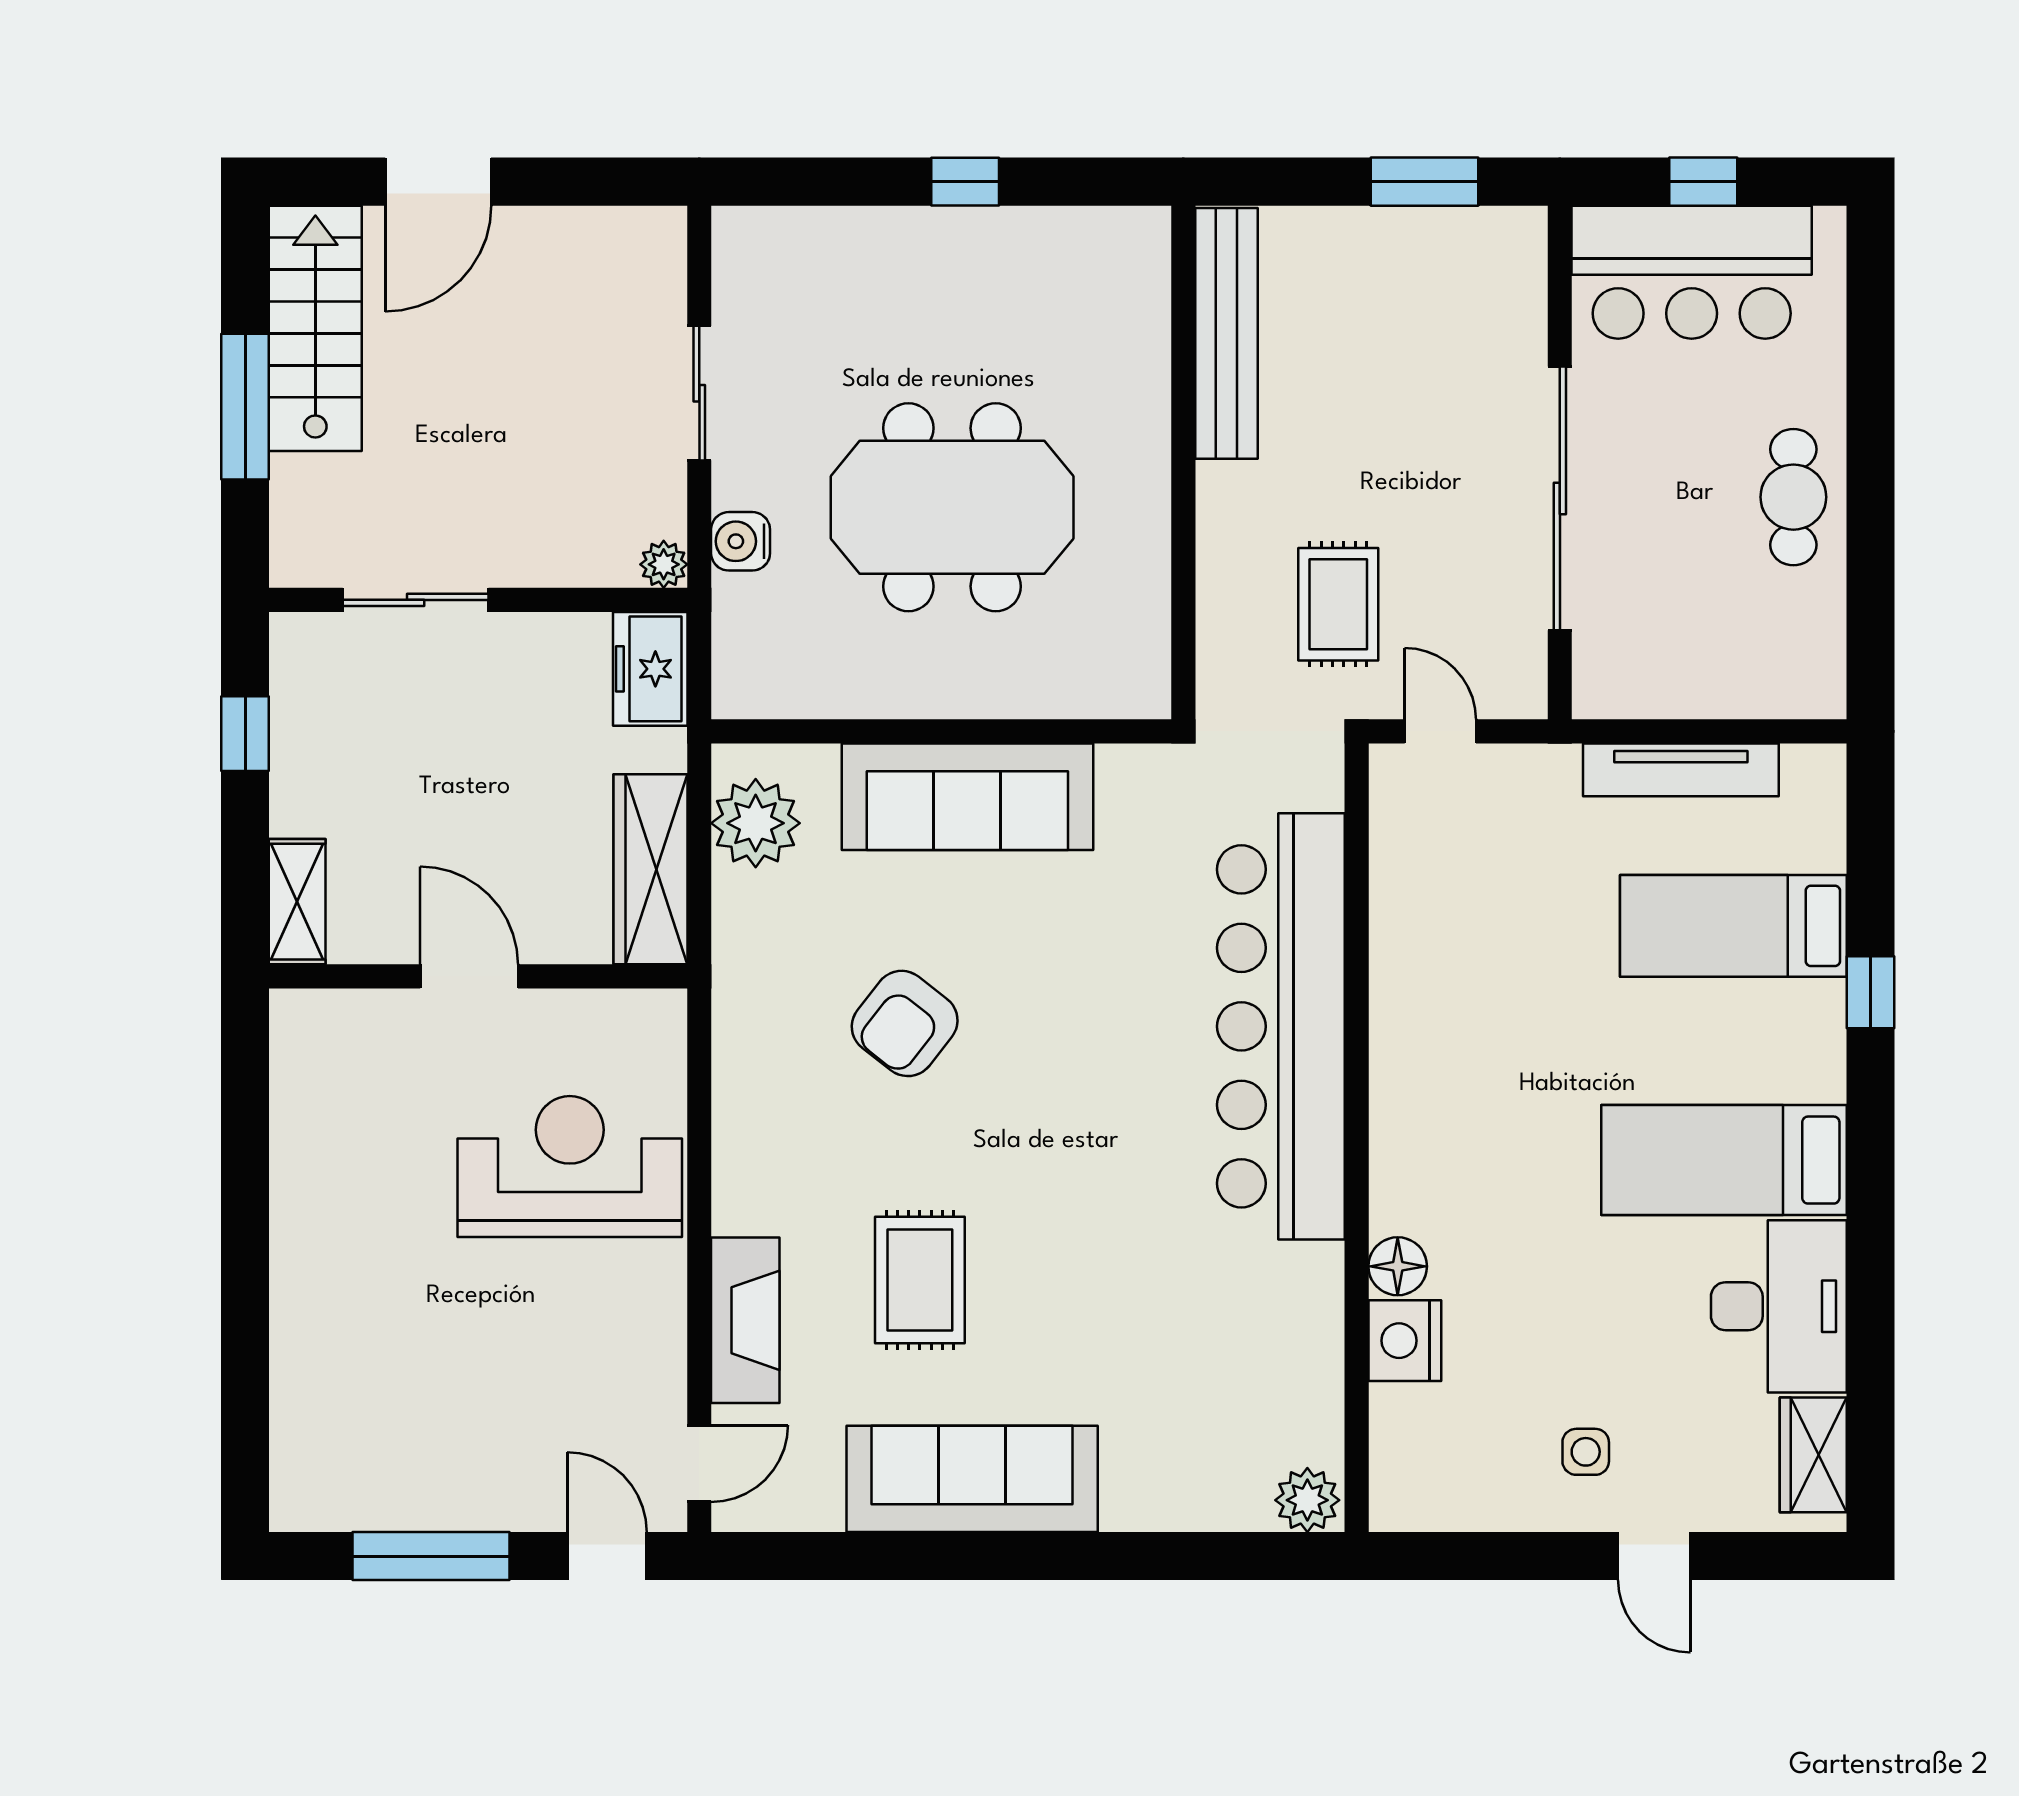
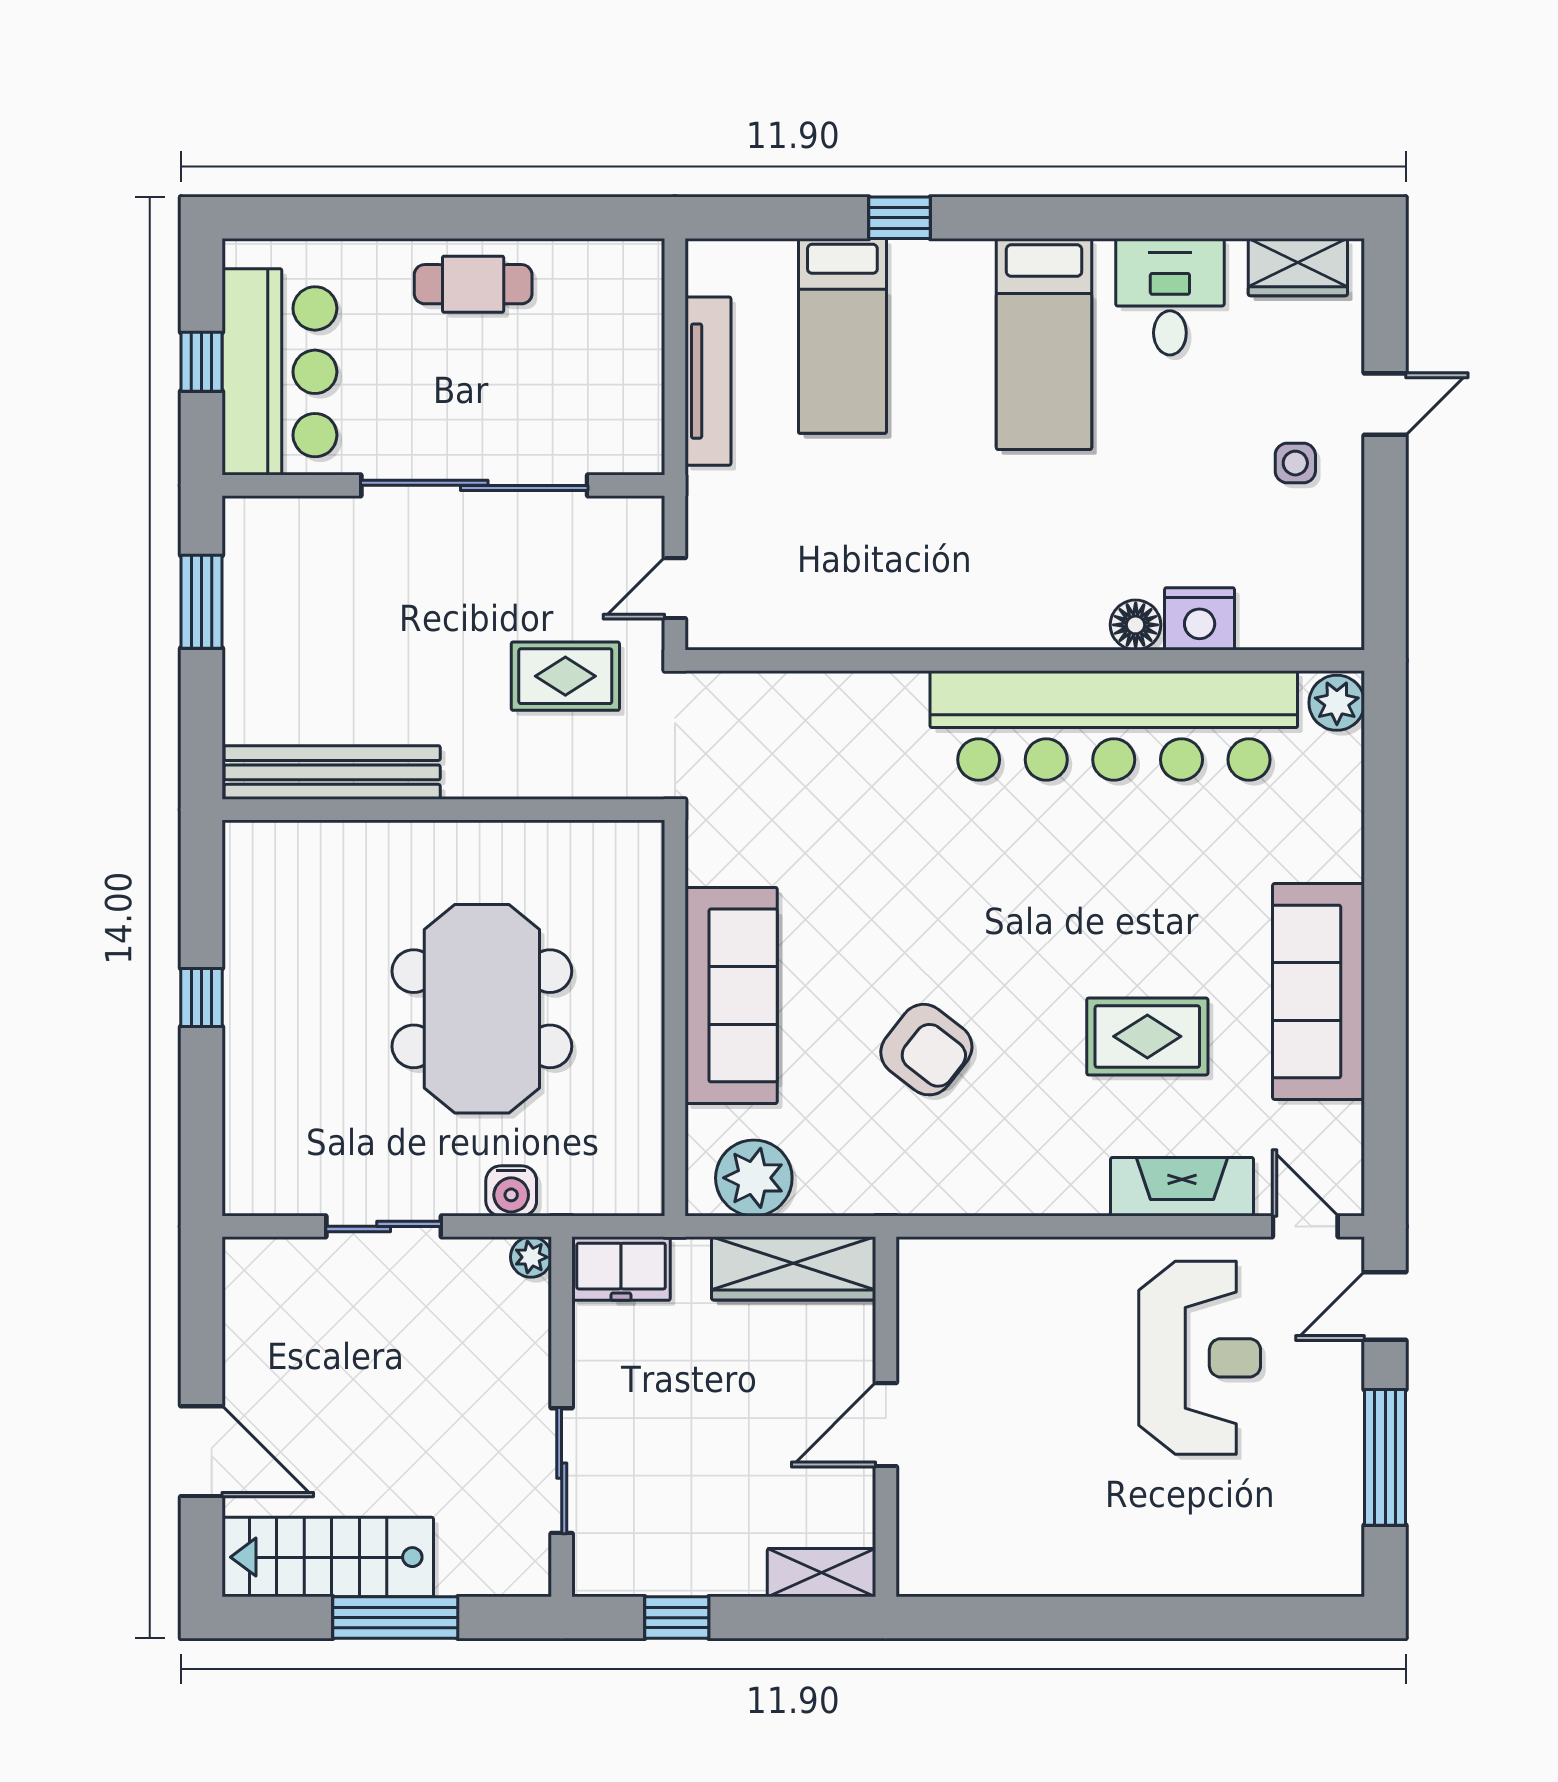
bar counter: (1281, 1026) -> (1114, 726), moved
reception desk: (570, 1167) -> (1200, 1358), moved, turned 180
desk: (1779, 1306) -> (1170, 297), width x0.73

